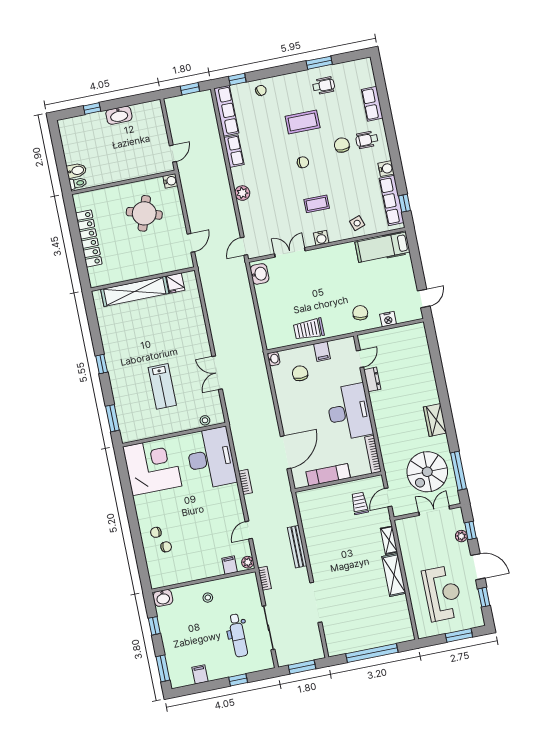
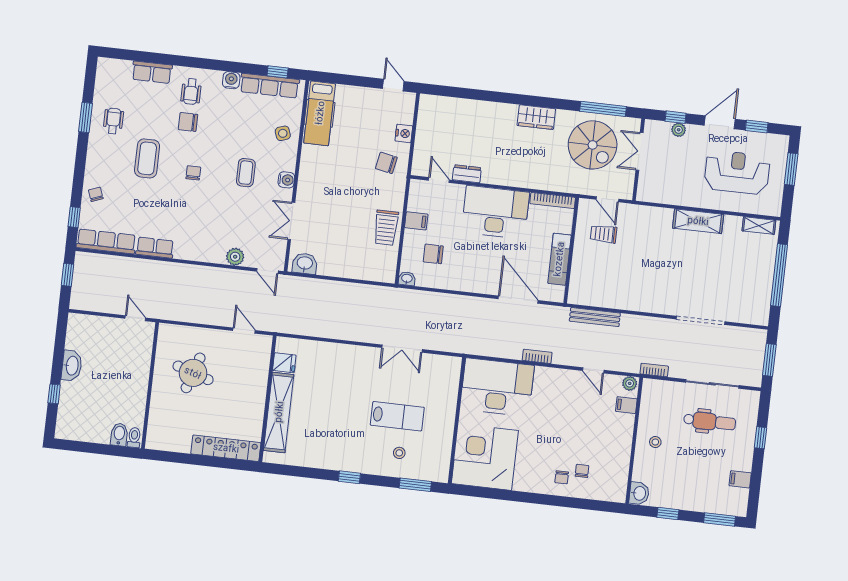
water cooler: (170, 181) -> (166, 331), removed
plant: (242, 193) -> (235, 257), moved
locker: (89, 238) -> (226, 448), moved
stool: (205, 420) -> (399, 453), moved
shelving: (389, 540) -> (759, 226), moved
bench: (297, 547) -> (595, 317), moved

